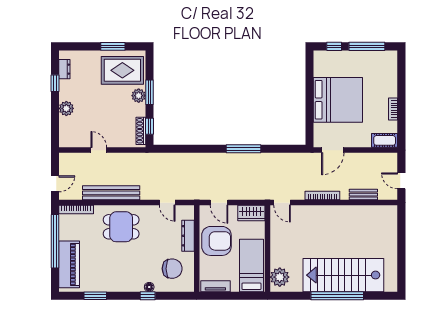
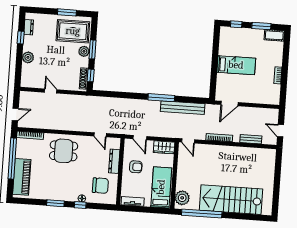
window: (367, 46) -> (261, 26), width x0.69
bed: (338, 100) -> (236, 65), width x0.49
cot: (385, 140) -> (274, 35), moved
bench: (111, 193) -> (183, 108), moved
armchair: (216, 241) -> (136, 167), width x0.53, depth x0.53
window: (95, 296) -> (55, 203), moved
window: (337, 296) -> (202, 214), moved

